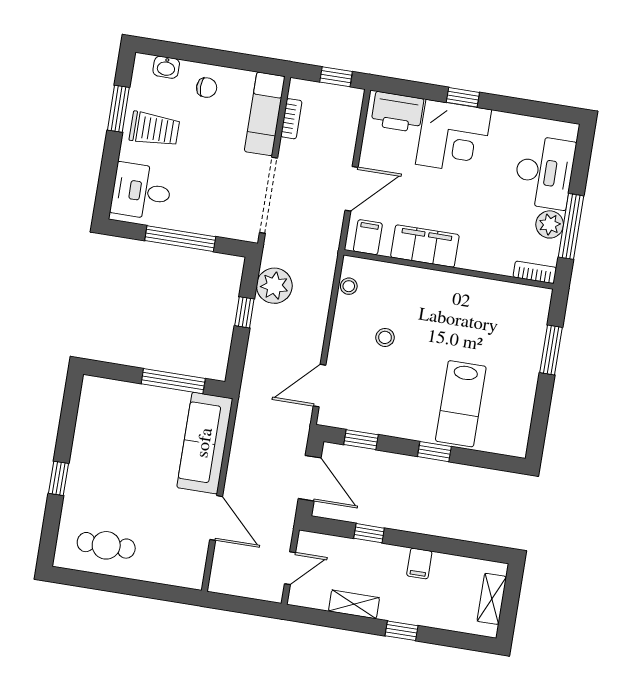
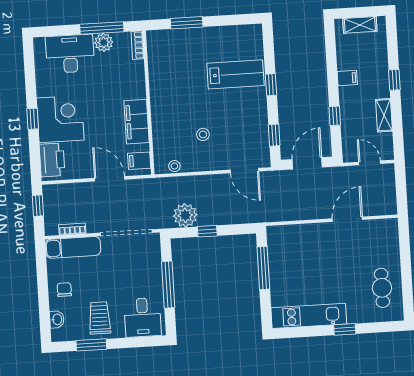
kitchen unit: (90, 431) -> (309, 316), added
sofa: (205, 443) -> (300, 238), removed

